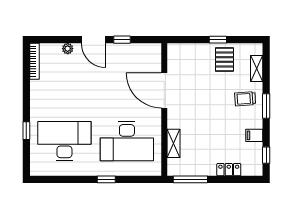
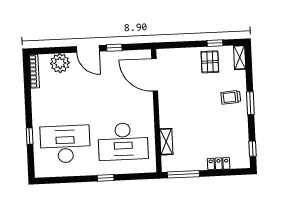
window: (218, 40) -> (215, 43), moved
plant: (68, 49) -> (60, 63), width x1.88, depth x1.88
shelving: (257, 69) -> (240, 57), moved
door: (164, 90) -> (155, 75), moved
filing cabinet: (254, 135) -> (241, 131), removed

